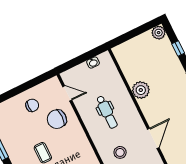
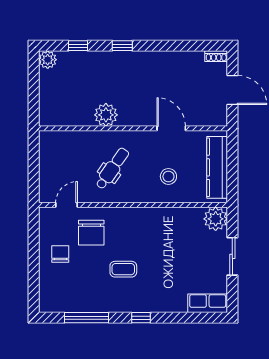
washbasin: (93, 63) -> (45, 156), removed
dental chair: (107, 112) -> (112, 169), turned -55

